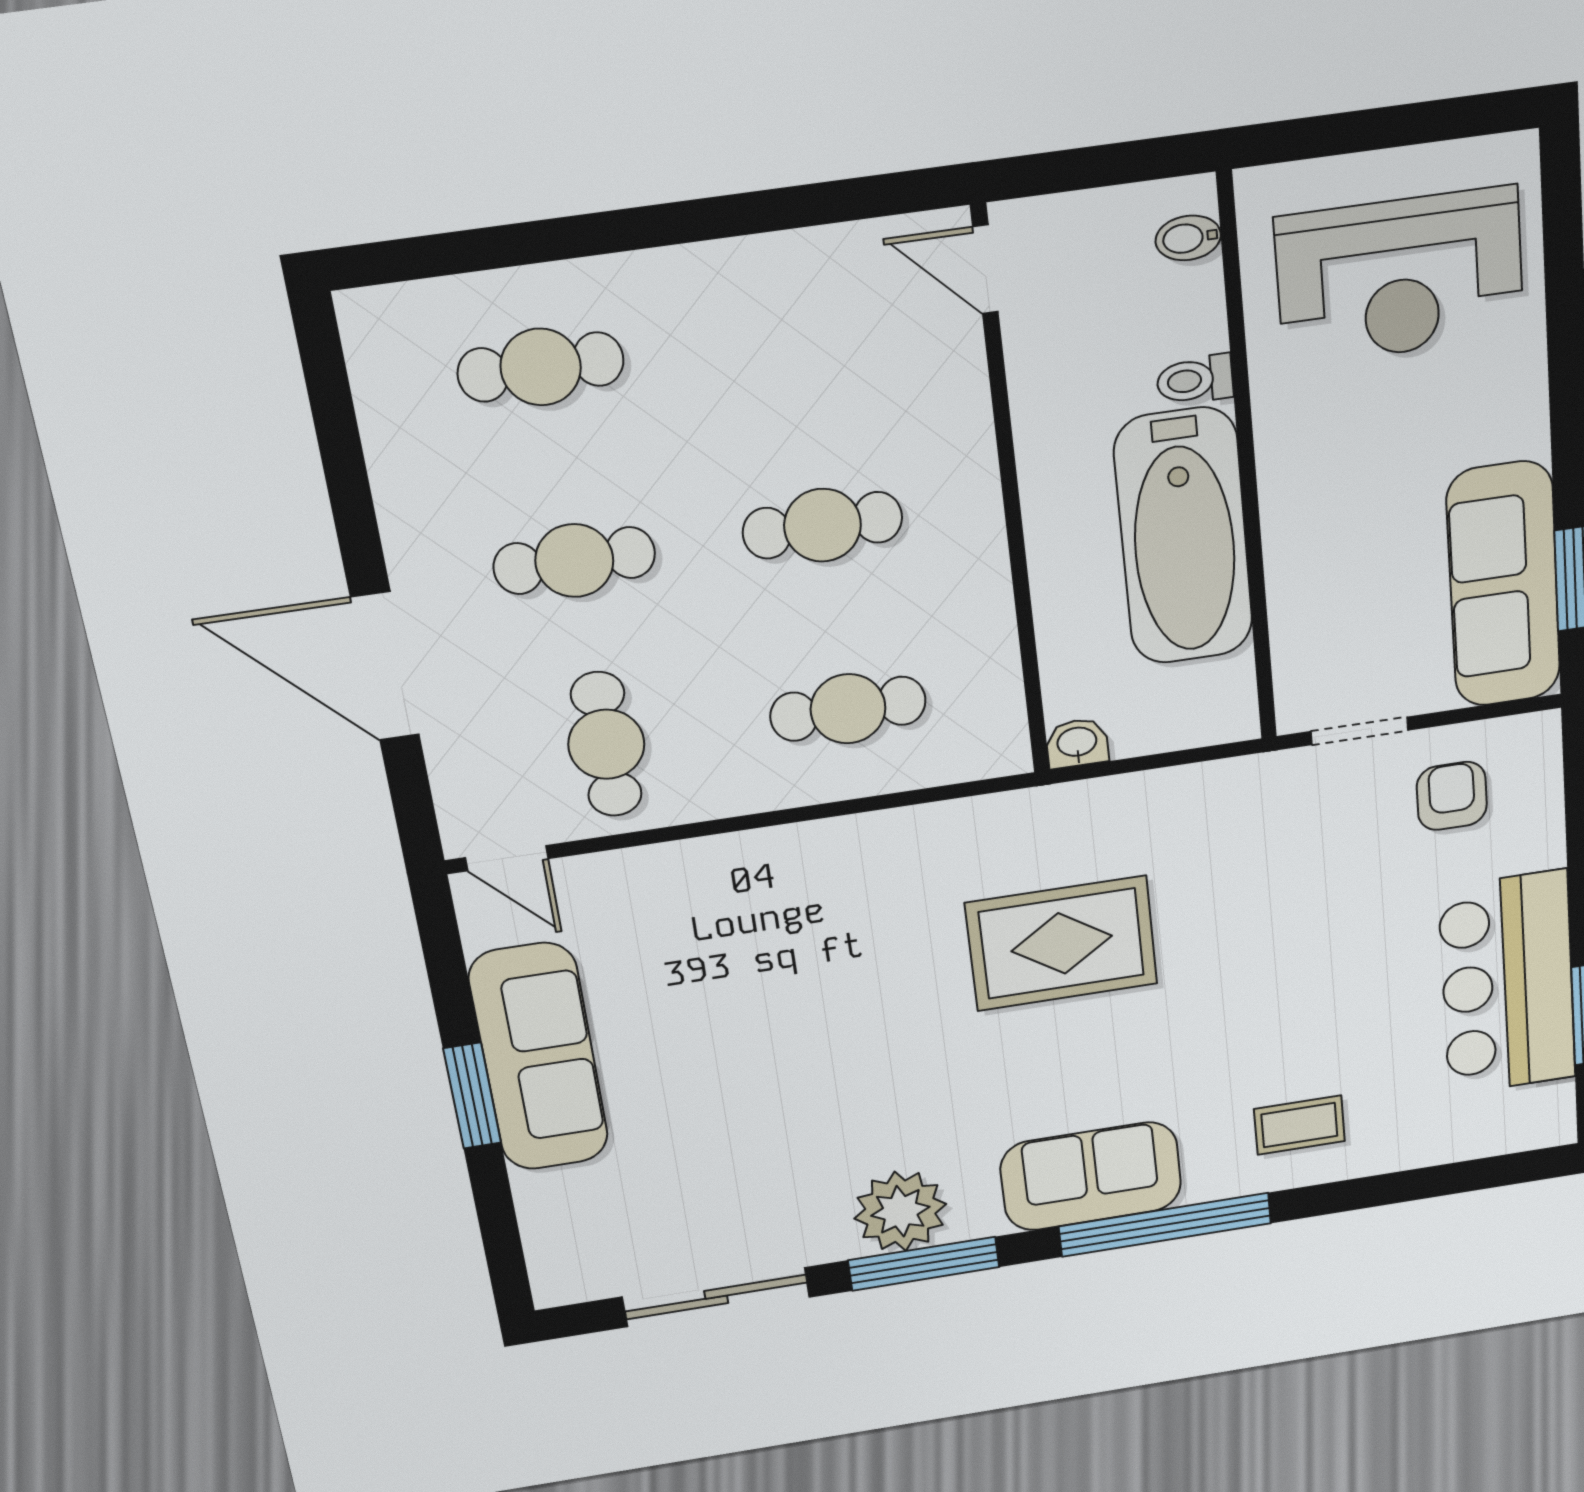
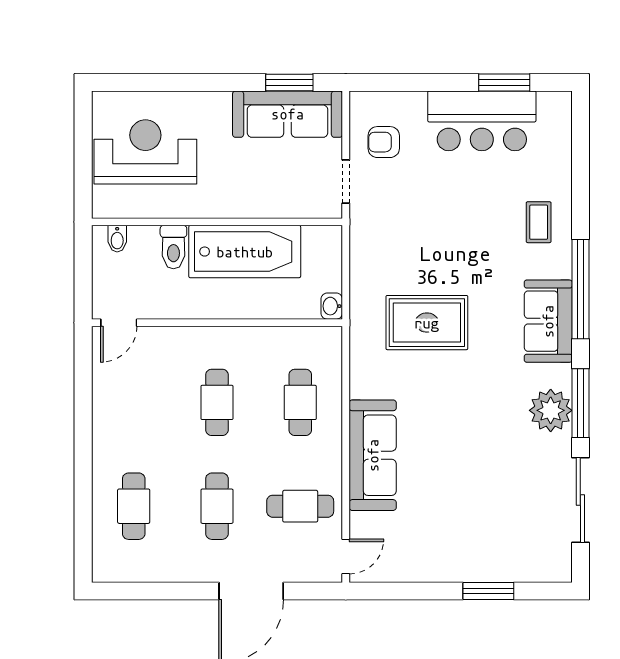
reception desk: (1400, 277) -> (145, 152), turned -90
toilet: (1195, 380) -> (173, 247), width x1.37, depth x1.39
rug: (1062, 943) -> (427, 323), turned 90
sofa: (539, 1057) -> (373, 455), moved, turned 90
window: (472, 1096) -> (488, 591), moved

